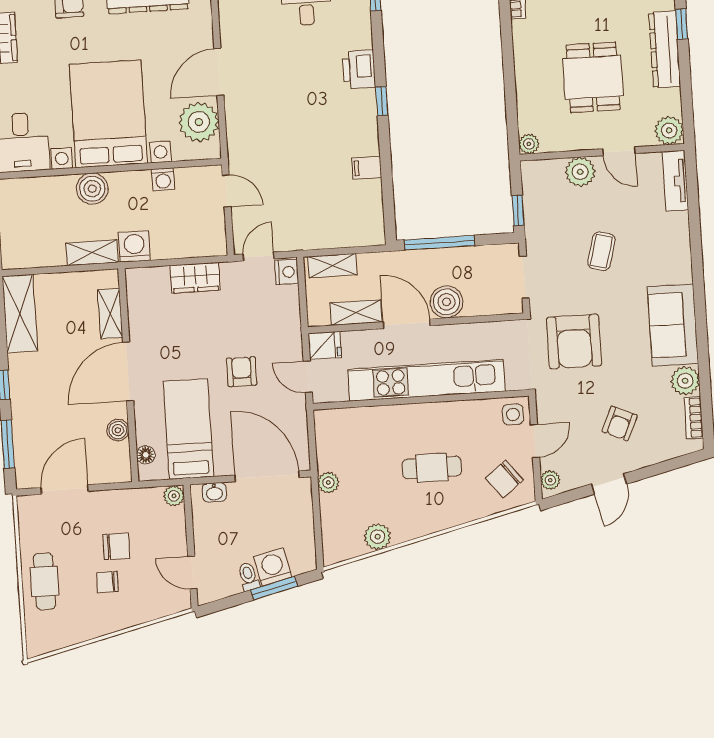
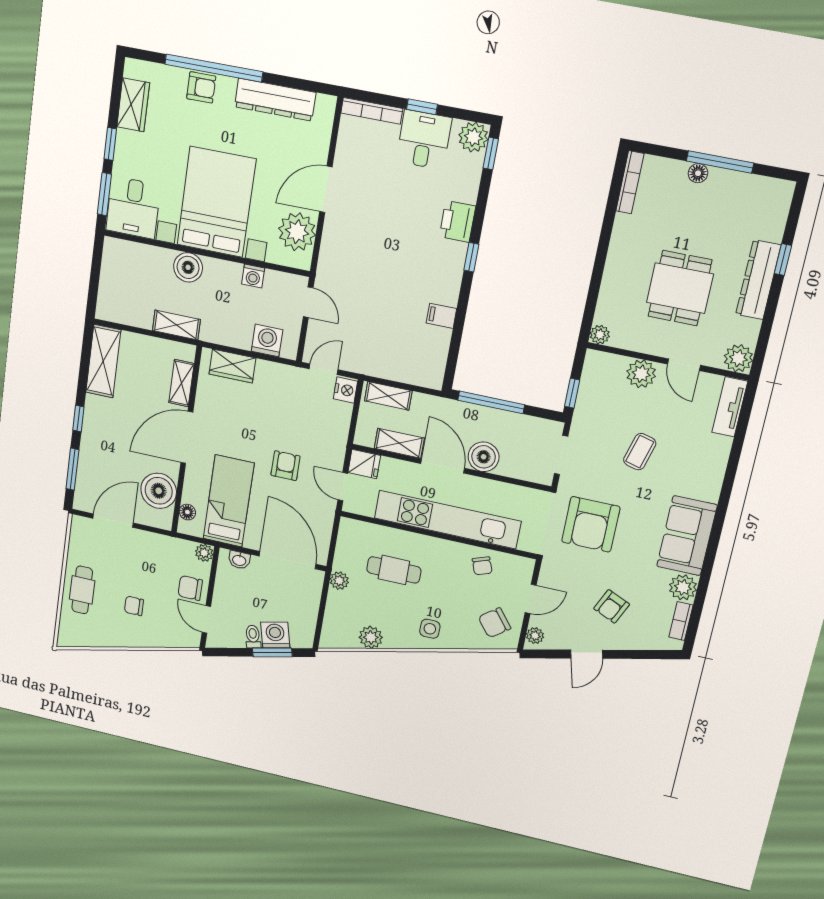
washing machine: (134, 246) -> (267, 340), moved
wardrobe: (195, 278) -> (232, 366), moved
side table: (513, 414) -> (430, 629), moved
chair: (475, 420) -> (482, 566), added
boiler: (118, 430) -> (159, 491), width x1.86, depth x1.86
cafe table: (432, 468) -> (394, 570), moved
chair: (116, 546) -> (190, 588), moved, turned 180

